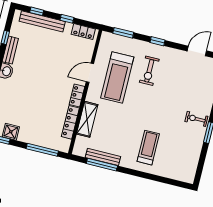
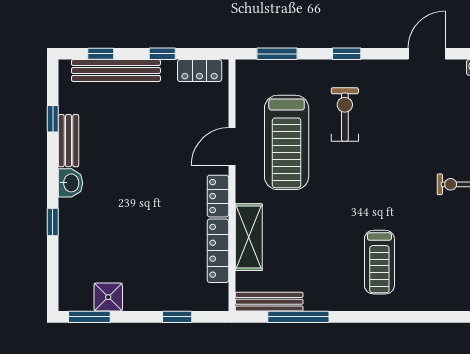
exercise bike: (149, 71) -> (345, 114), turned 180
treadmill: (148, 148) -> (379, 262), turned 180
window: (42, 150) -> (177, 317), width x0.46
bench: (103, 157) -> (269, 302), moved

